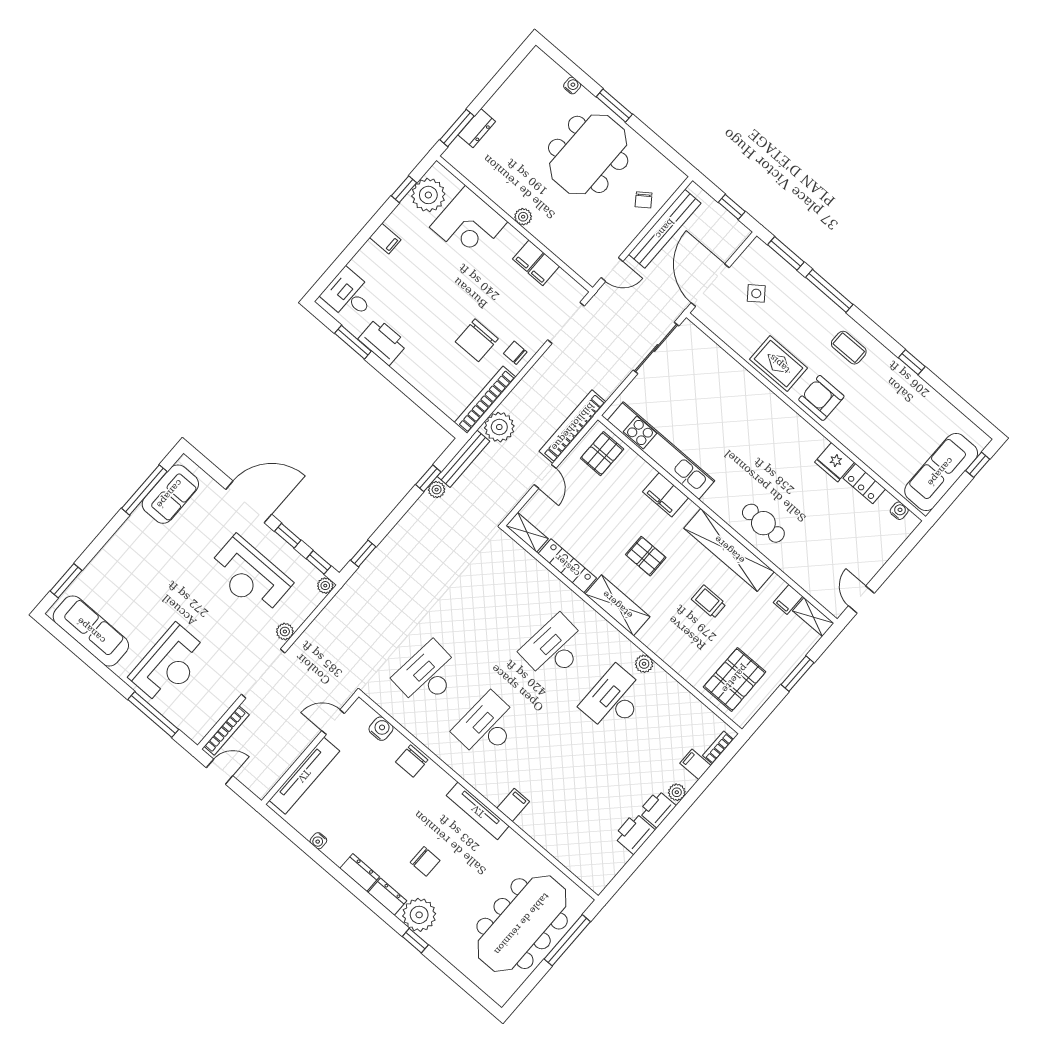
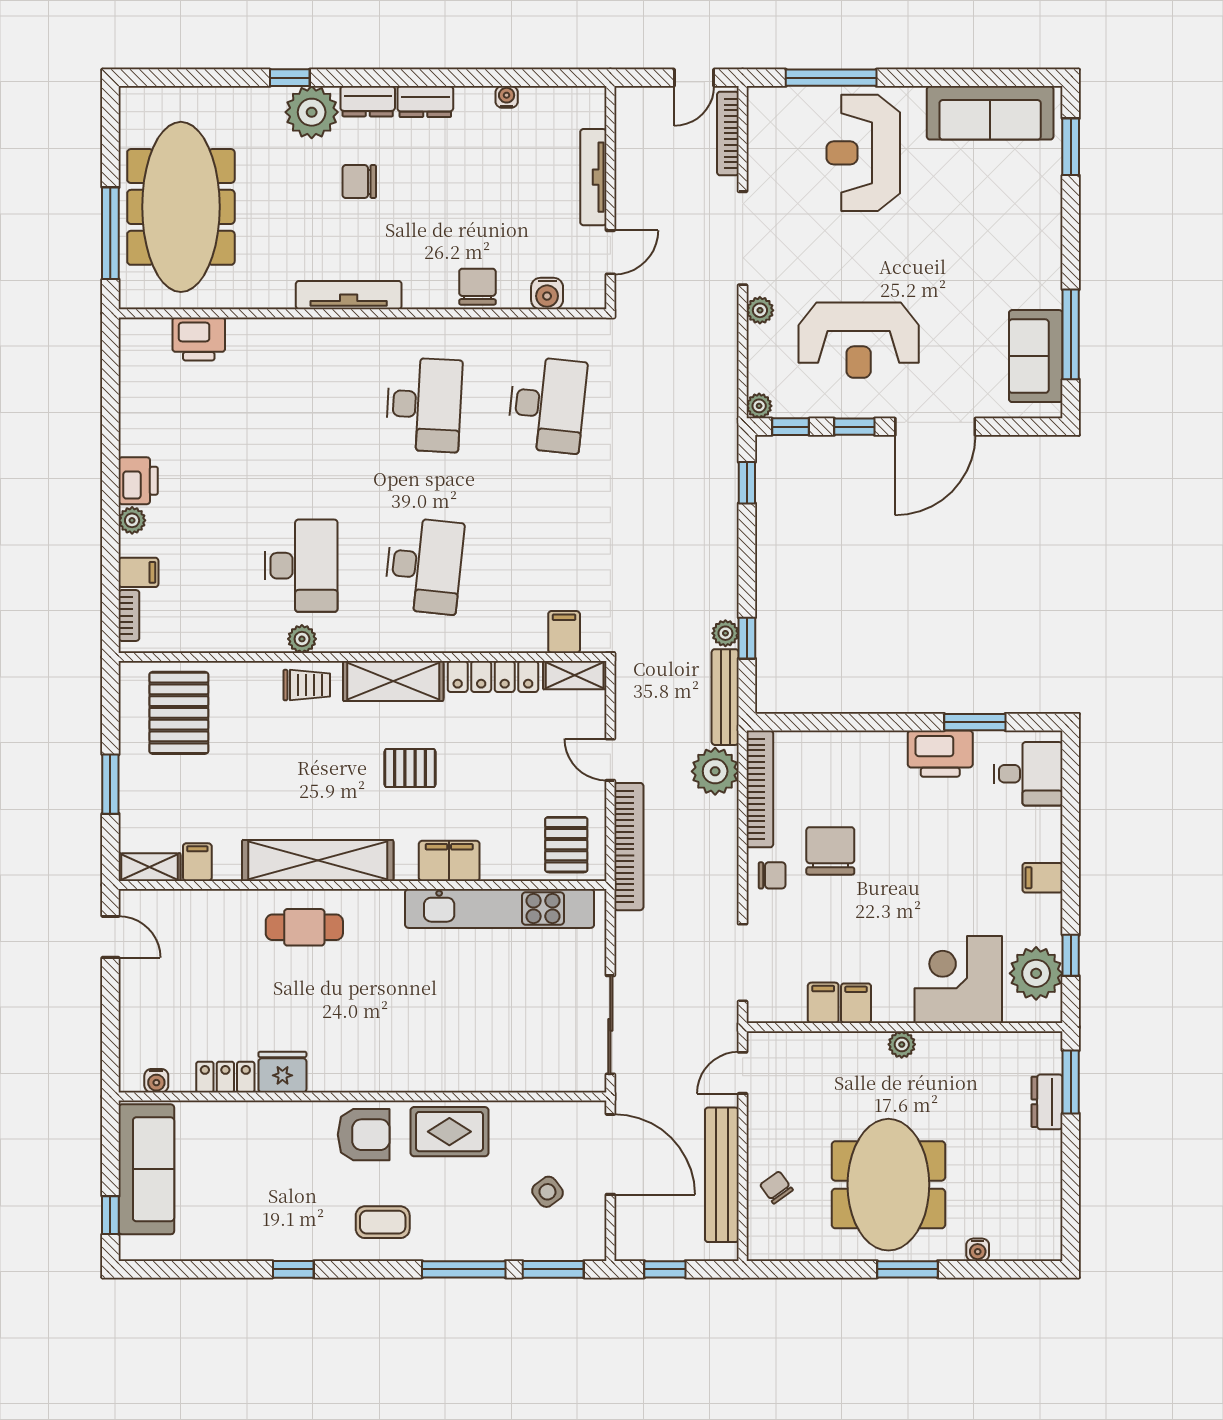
reception desk: (250, 576) -> (859, 340), turned 180
trolley: (709, 602) -> (307, 685), moved
tv unit: (304, 776) -> (593, 177), width x0.73, depth x0.78
filing cabinet: (513, 805) -> (564, 632), moved, turned 180
printer: (634, 833) -> (199, 339), moved, turned 90

